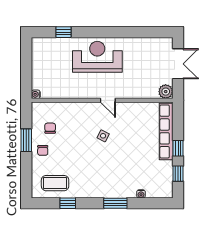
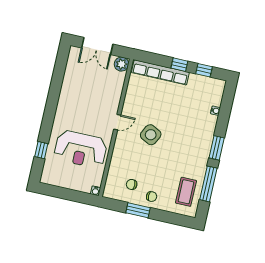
reception desk: (97, 57) -> (81, 149), moved, turned -90
double door: (178, 64) -> (97, 46), swing flipped
side table: (103, 136) -> (151, 135), width x1.87, depth x1.87
window: (68, 203) -> (208, 184), width x2.17
window: (115, 203) -> (217, 148), moved

